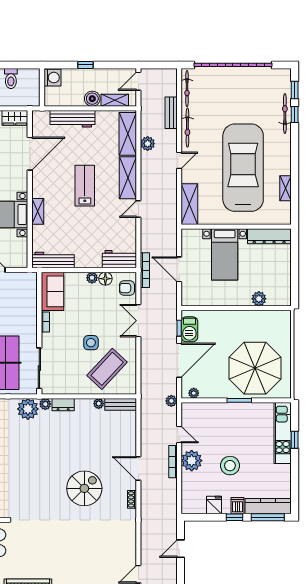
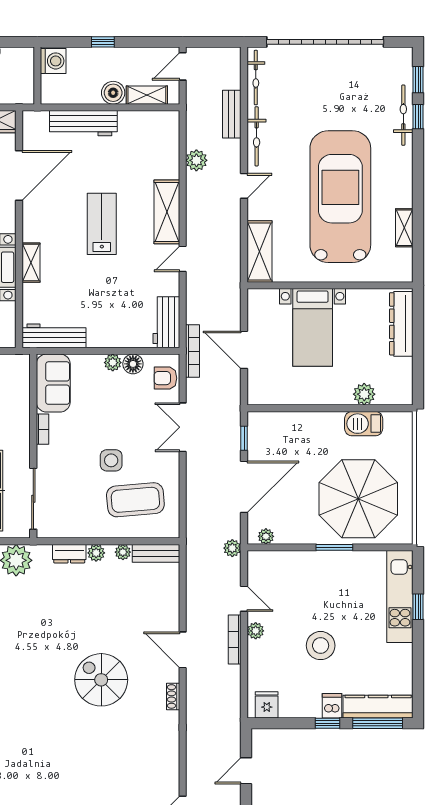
shelving: (128, 134) -> (167, 146), removed
dresser: (269, 236) -> (401, 324), moved, turned 90
workbench: (119, 259) -> (166, 322), moved, turned -90
barbecue: (189, 329) -> (364, 424), moved, turned 90
coffee table: (107, 369) -> (135, 500), turned 42
plant: (45, 404) -> (96, 553), moved
plant: (192, 461) -> (256, 631), width x0.53, depth x0.53
spiral stairs: (84, 488) -> (101, 680), turned -90
fridge: (214, 505) -> (267, 705), moved

